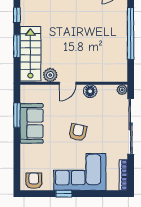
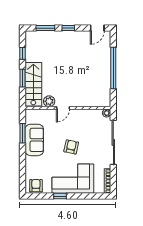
floor lamp: (90, 91) -> (81, 114), removed

